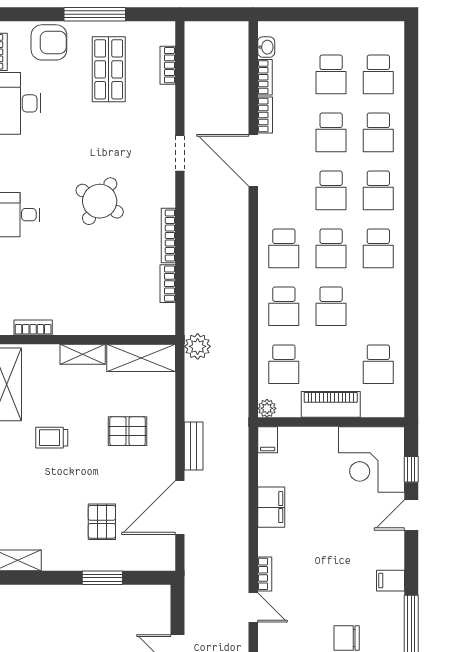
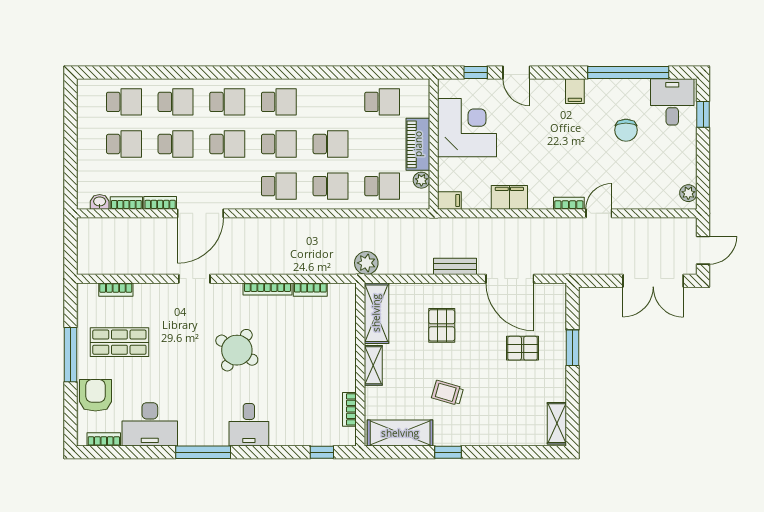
plant: (267, 408) -> (421, 180), moved
trolley: (52, 438) -> (448, 393), turned 106
corner desk: (371, 460) -> (467, 128), moved, turned -90

